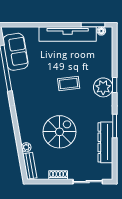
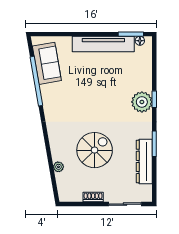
coffee table: (69, 83) -> (104, 98), removed
bench: (30, 166) -> (62, 187), removed

